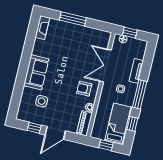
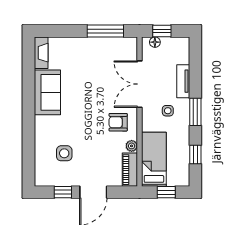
window: (73, 19) -> (105, 31), moved
sofa: (36, 72) -> (47, 92), moved
window: (140, 94) -> (195, 112), width x0.69
bed: (118, 124) -> (154, 159), moved

